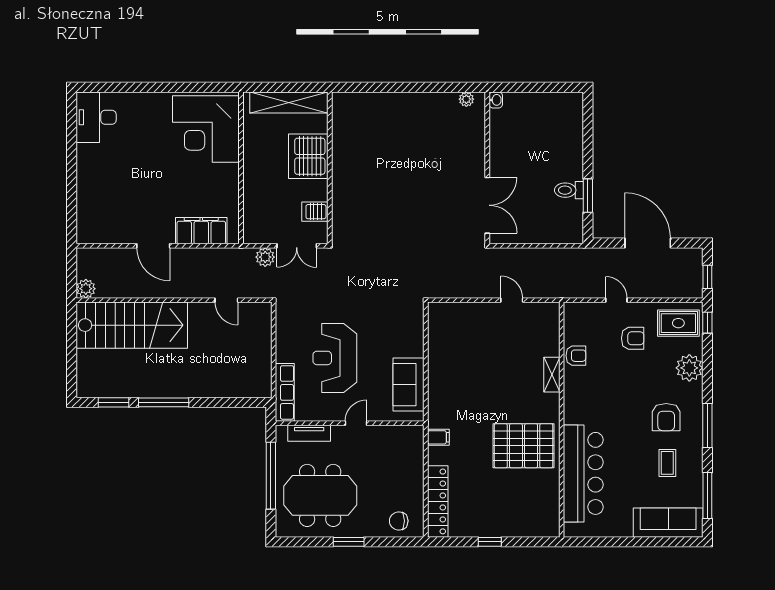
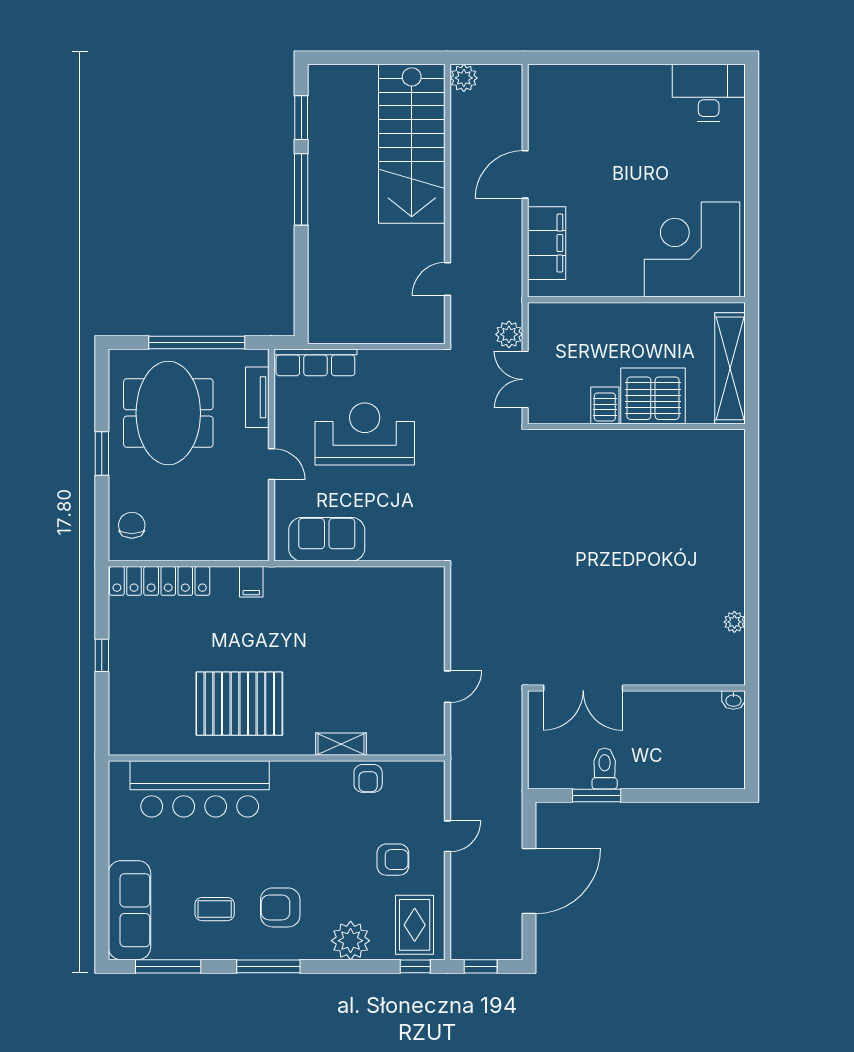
washbasin: (496, 100) -> (733, 700), moved
wall: (487, 168) -> (636, 688), moved
double door: (487, 205) -> (583, 688), moved
server rack: (315, 212) -> (605, 405), moved
armchair: (633, 338) -> (393, 860), turned -90
pallet: (524, 446) -> (239, 704), turned 90

